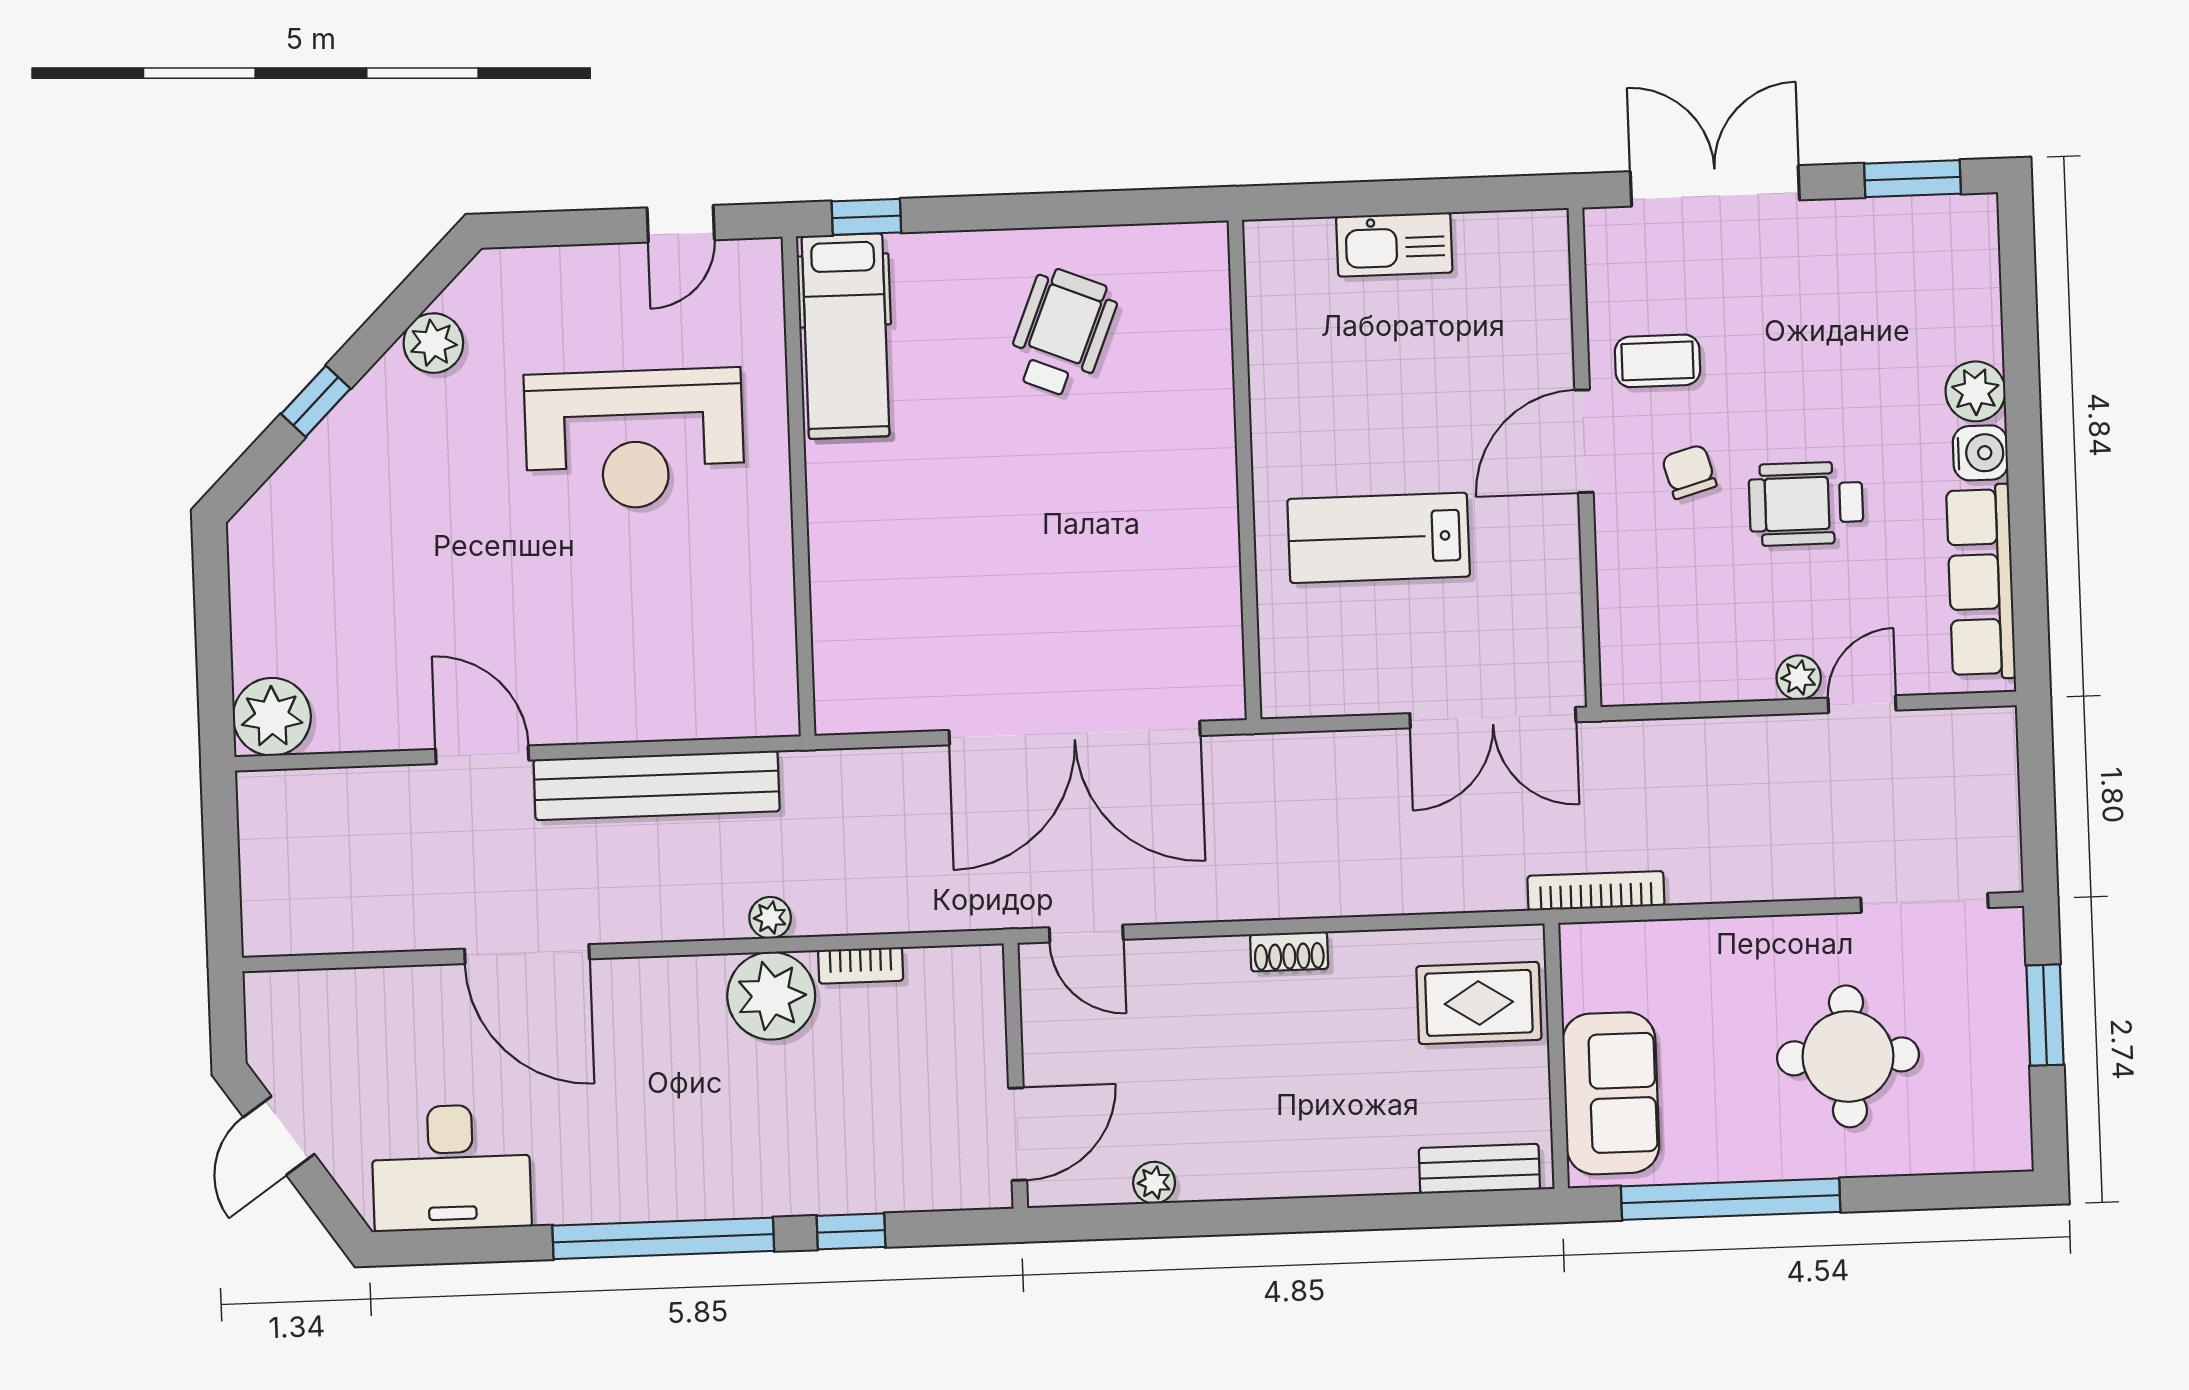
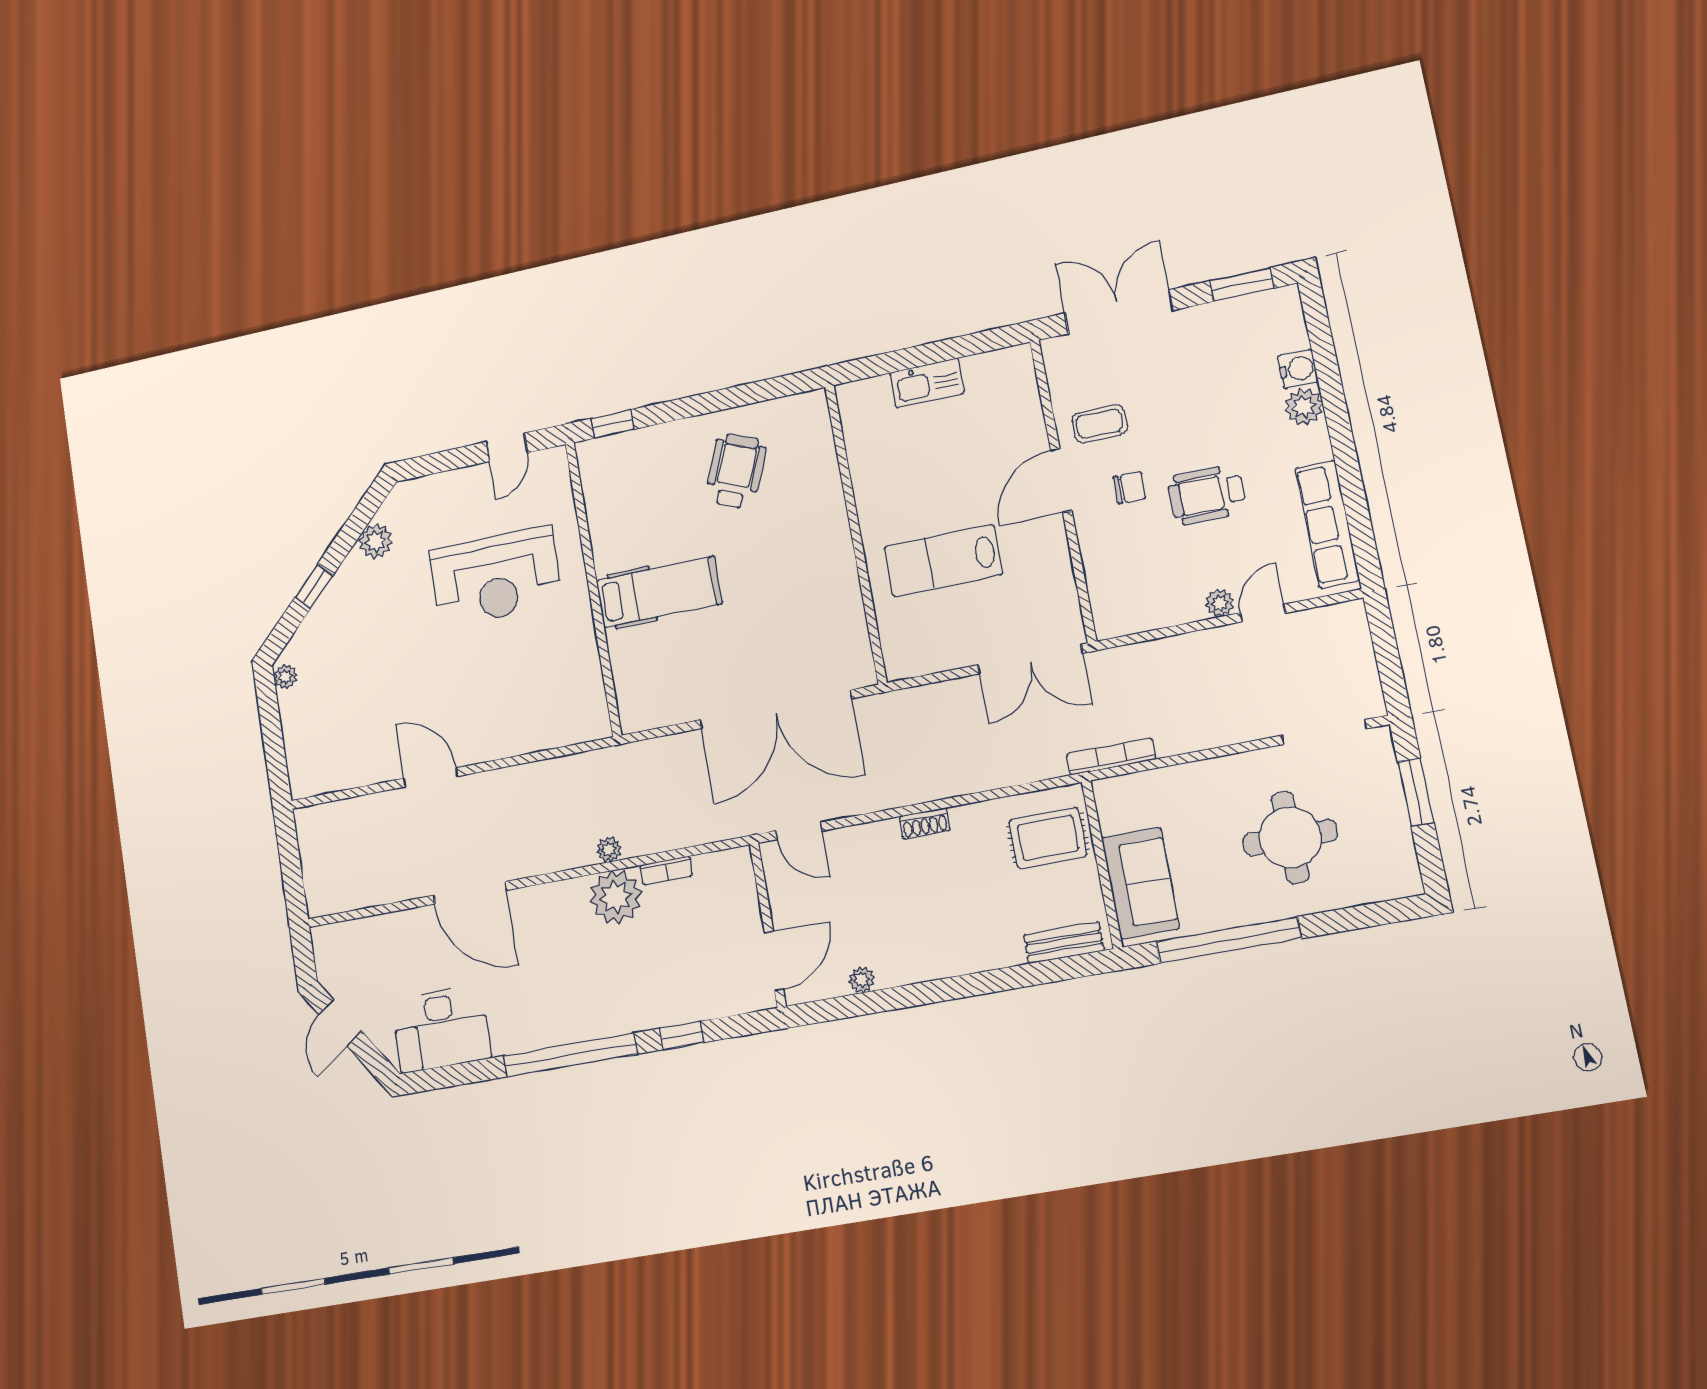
hospital bed: (846, 336) -> (659, 592), moved, turned -90
water cooler: (1980, 453) -> (1298, 369), moved
chair: (1689, 472) -> (1130, 488), turned 106
plant: (272, 717) -> (285, 677), moved, width x0.53, depth x0.53
bench: (657, 785) -> (533, 780), removed

